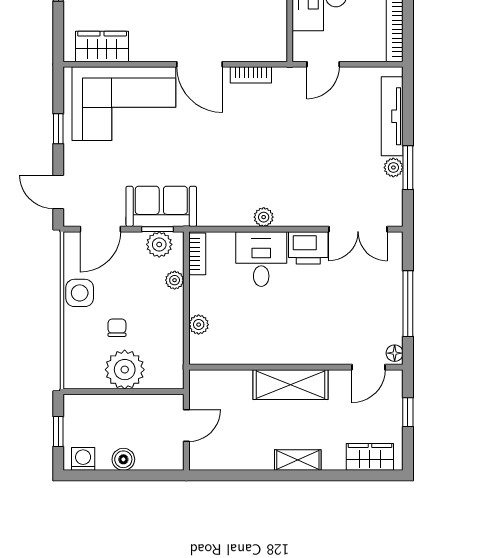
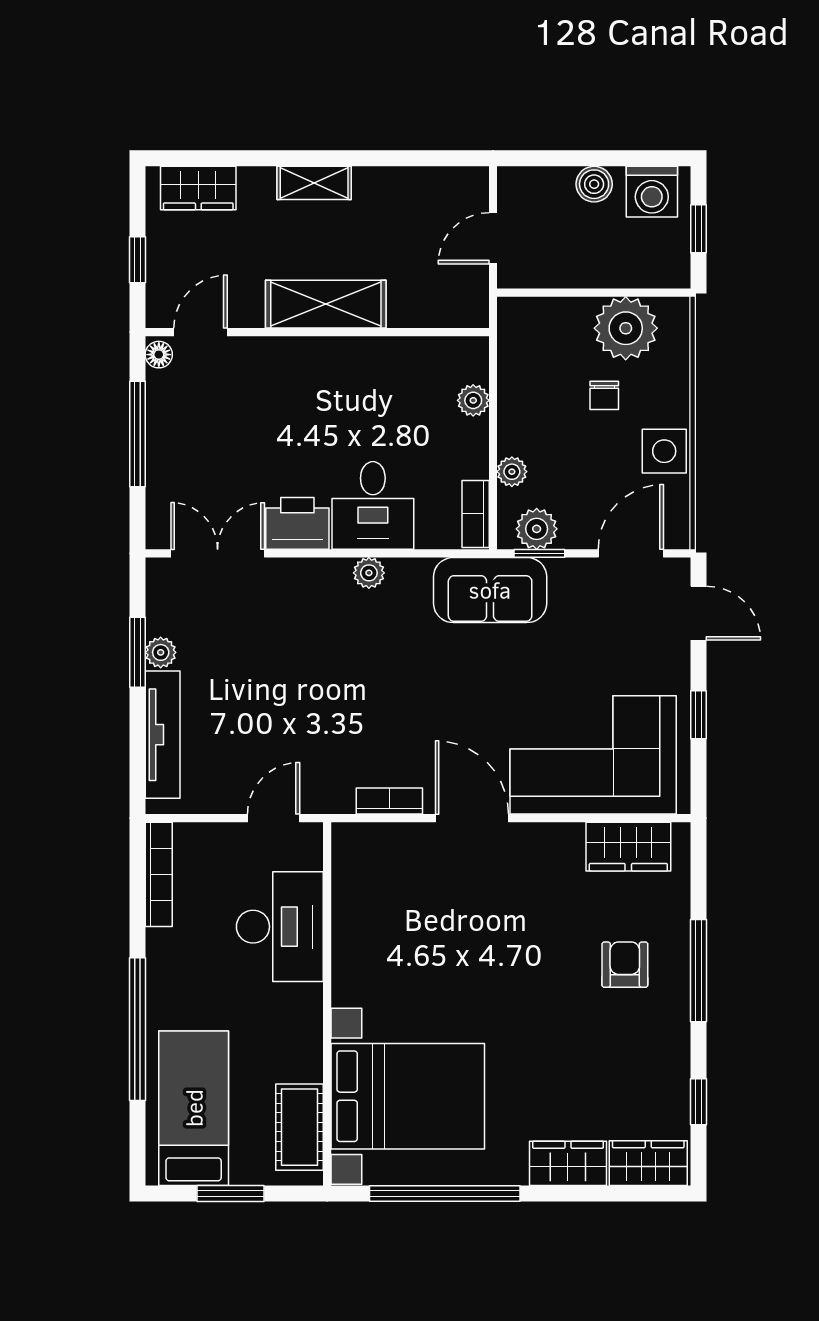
sofa: (161, 206) -> (490, 590), moved
plant: (125, 370) -> (626, 328), moved
washing machine: (83, 459) -> (652, 192), width x1.38, depth x1.38

